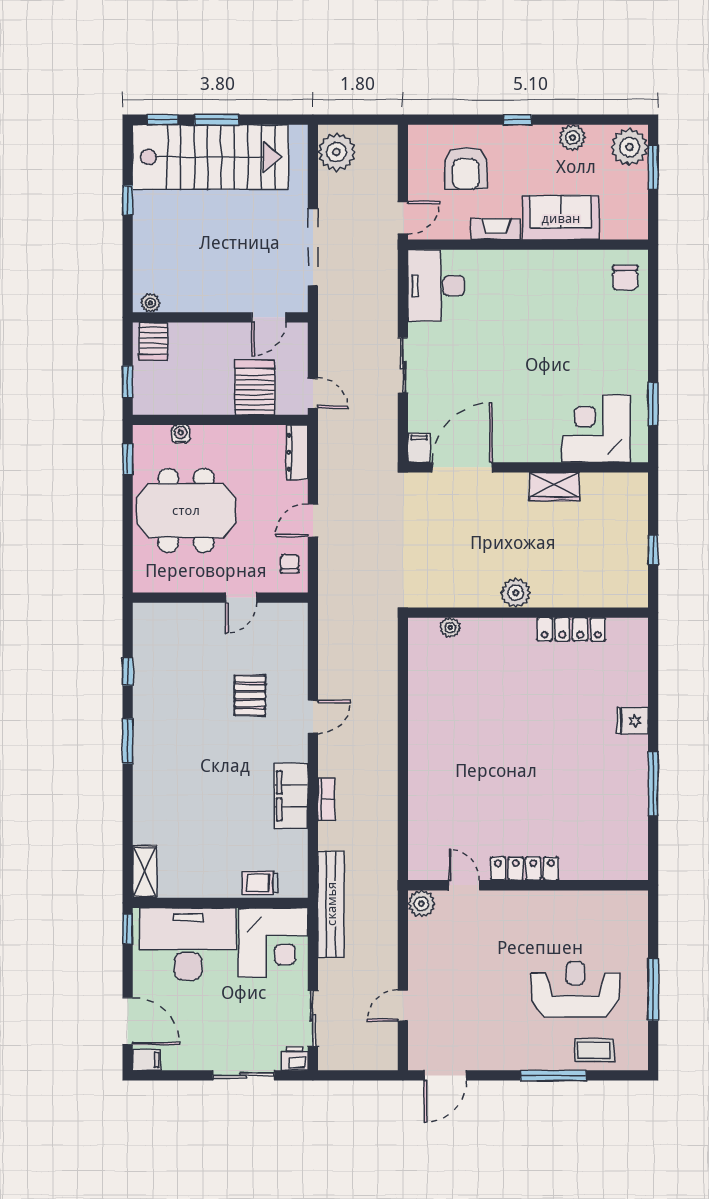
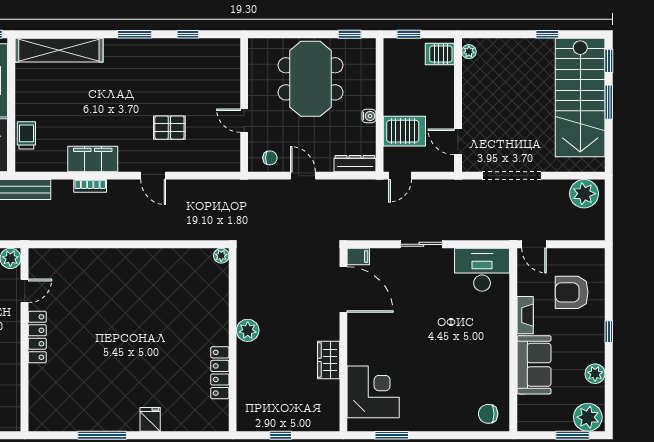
water cooler: (181, 434) -> (369, 116), moved
plant: (450, 627) -> (221, 256), moved
shelving: (144, 872) -> (59, 50), width x2.20, depth x1.33

